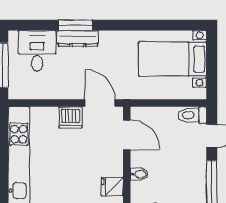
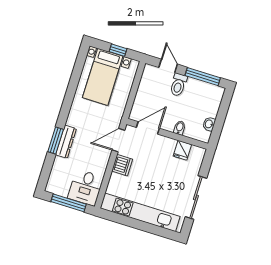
desk: (37, 51) -> (86, 188), moved, turned -90
window: (212, 68) -> (118, 50), added
toilet: (192, 115) -> (178, 85), moved

